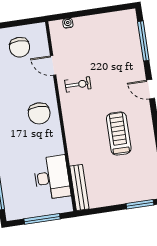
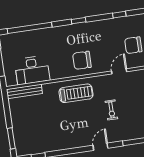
exercise bike: (78, 84) -> (111, 110), moved
treadmill: (119, 133) -> (76, 93), moved

